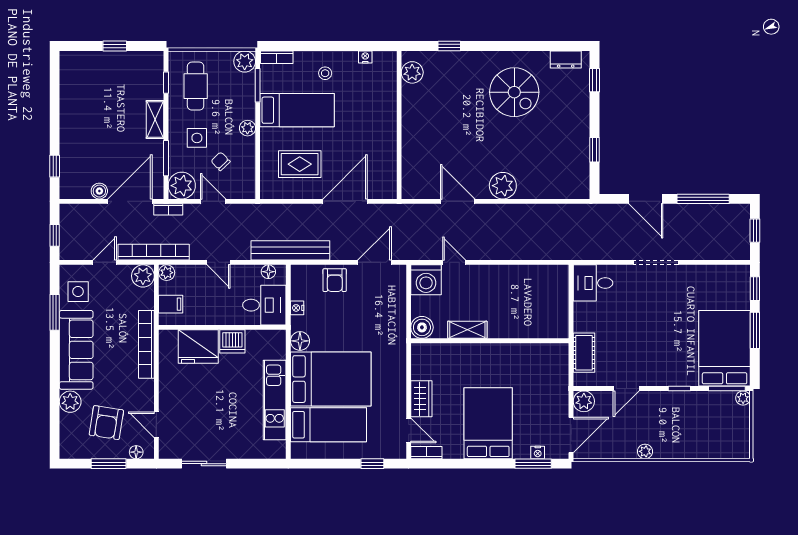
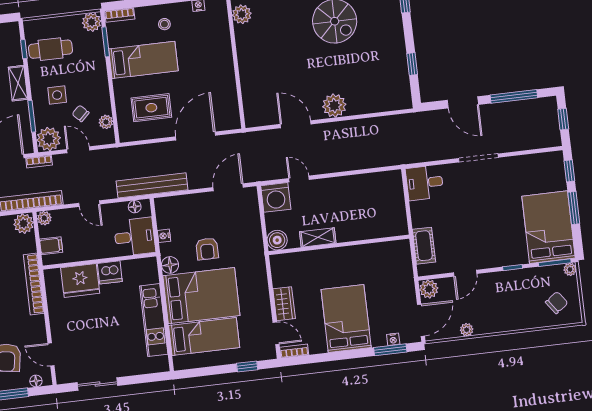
cafe table: (196, 86) -> (50, 49), turned 90
plant: (247, 128) -> (106, 122), moved
armchair: (335, 280) -> (207, 249), moved
chair: (724, 433) -> (557, 303), added
plant: (645, 451) -> (467, 330), moved

